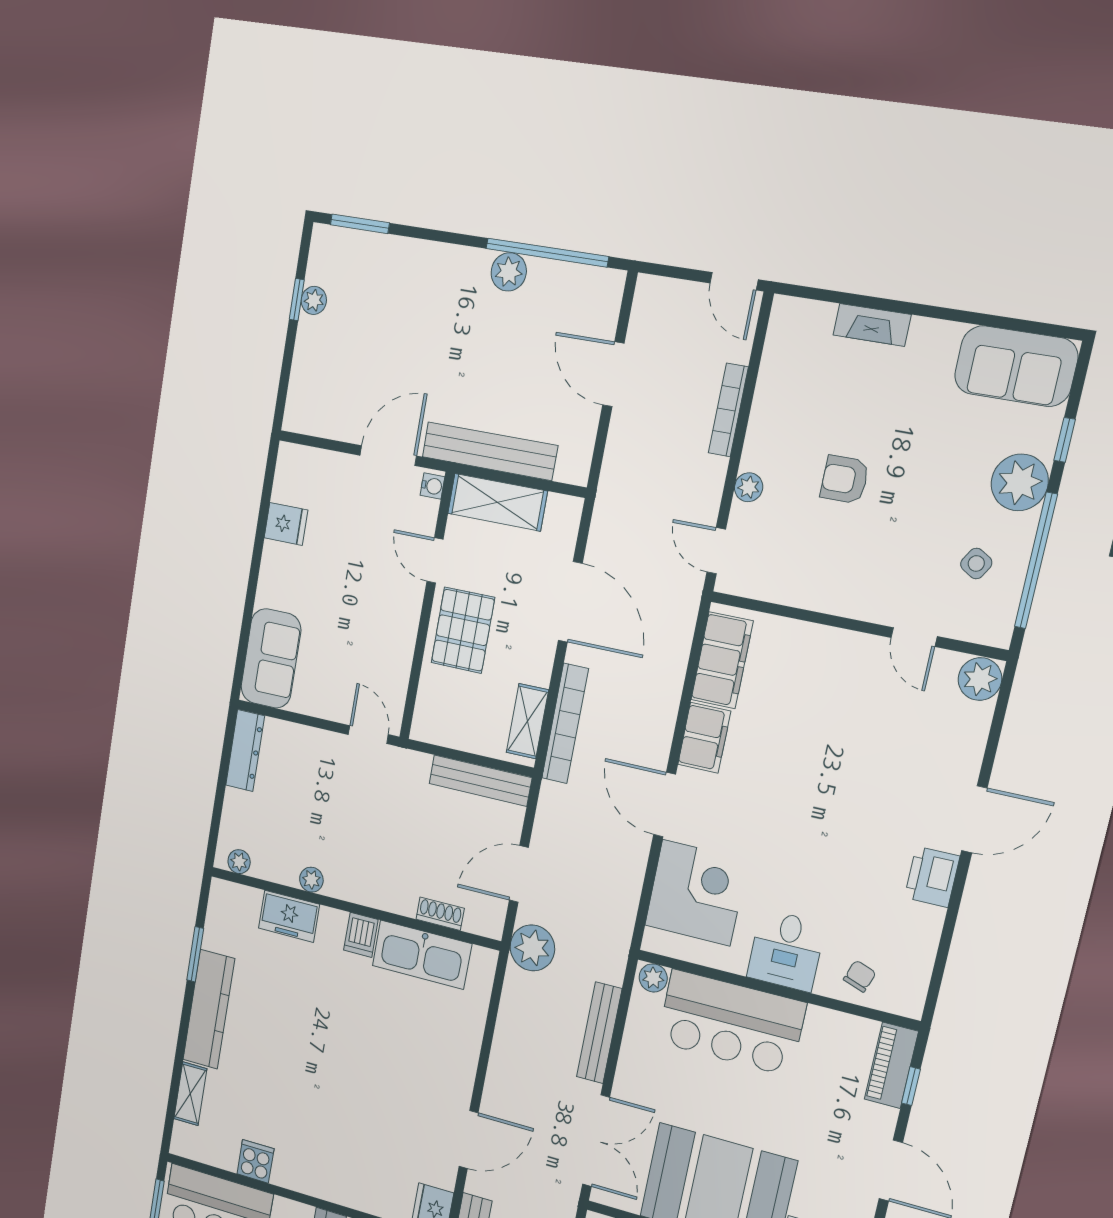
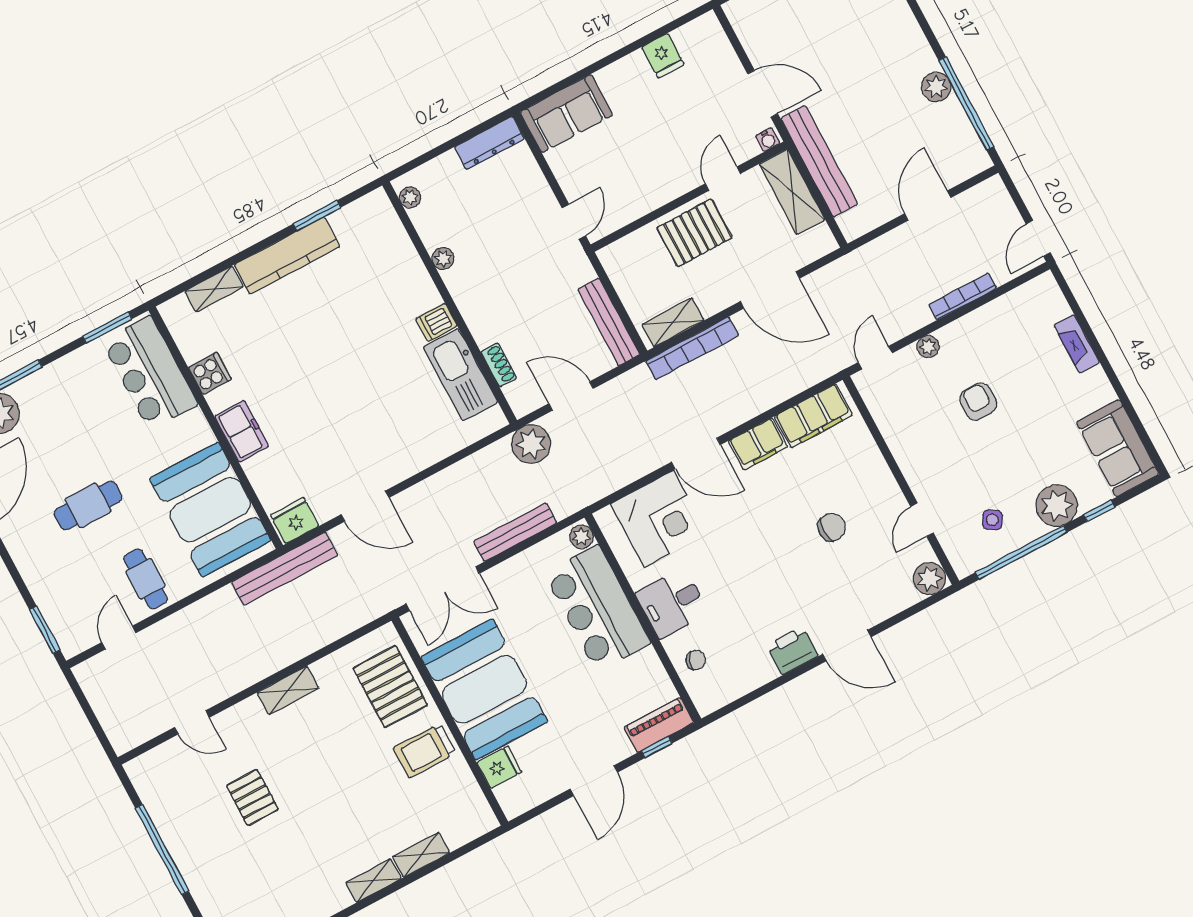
door: (570, 602) -> (770, 290), hinge flipped
chair: (844, 734) -> (832, 527), added
door: (665, 805) -> (696, 453), swing flipped
freezer: (289, 916) -> (242, 431), moved, turned 180

